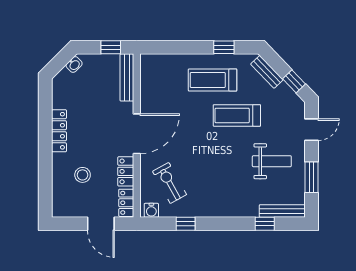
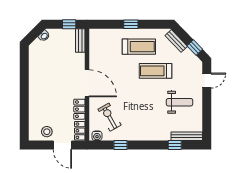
window: (224, 47) -> (131, 24), moved
bench: (127, 77) -> (80, 40), width x0.73
treadmill: (213, 80) -> (139, 47), turned 180
locker: (59, 131) -> (34, 81), removed
door: (137, 134) -> (87, 83), hinge flipped
stool: (83, 175) -> (47, 132), moved
window: (312, 177) -> (207, 113), removed

